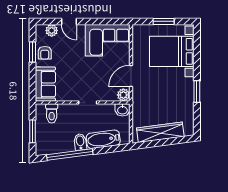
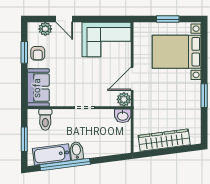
bathtub: (103, 139) -> (51, 154), moved

